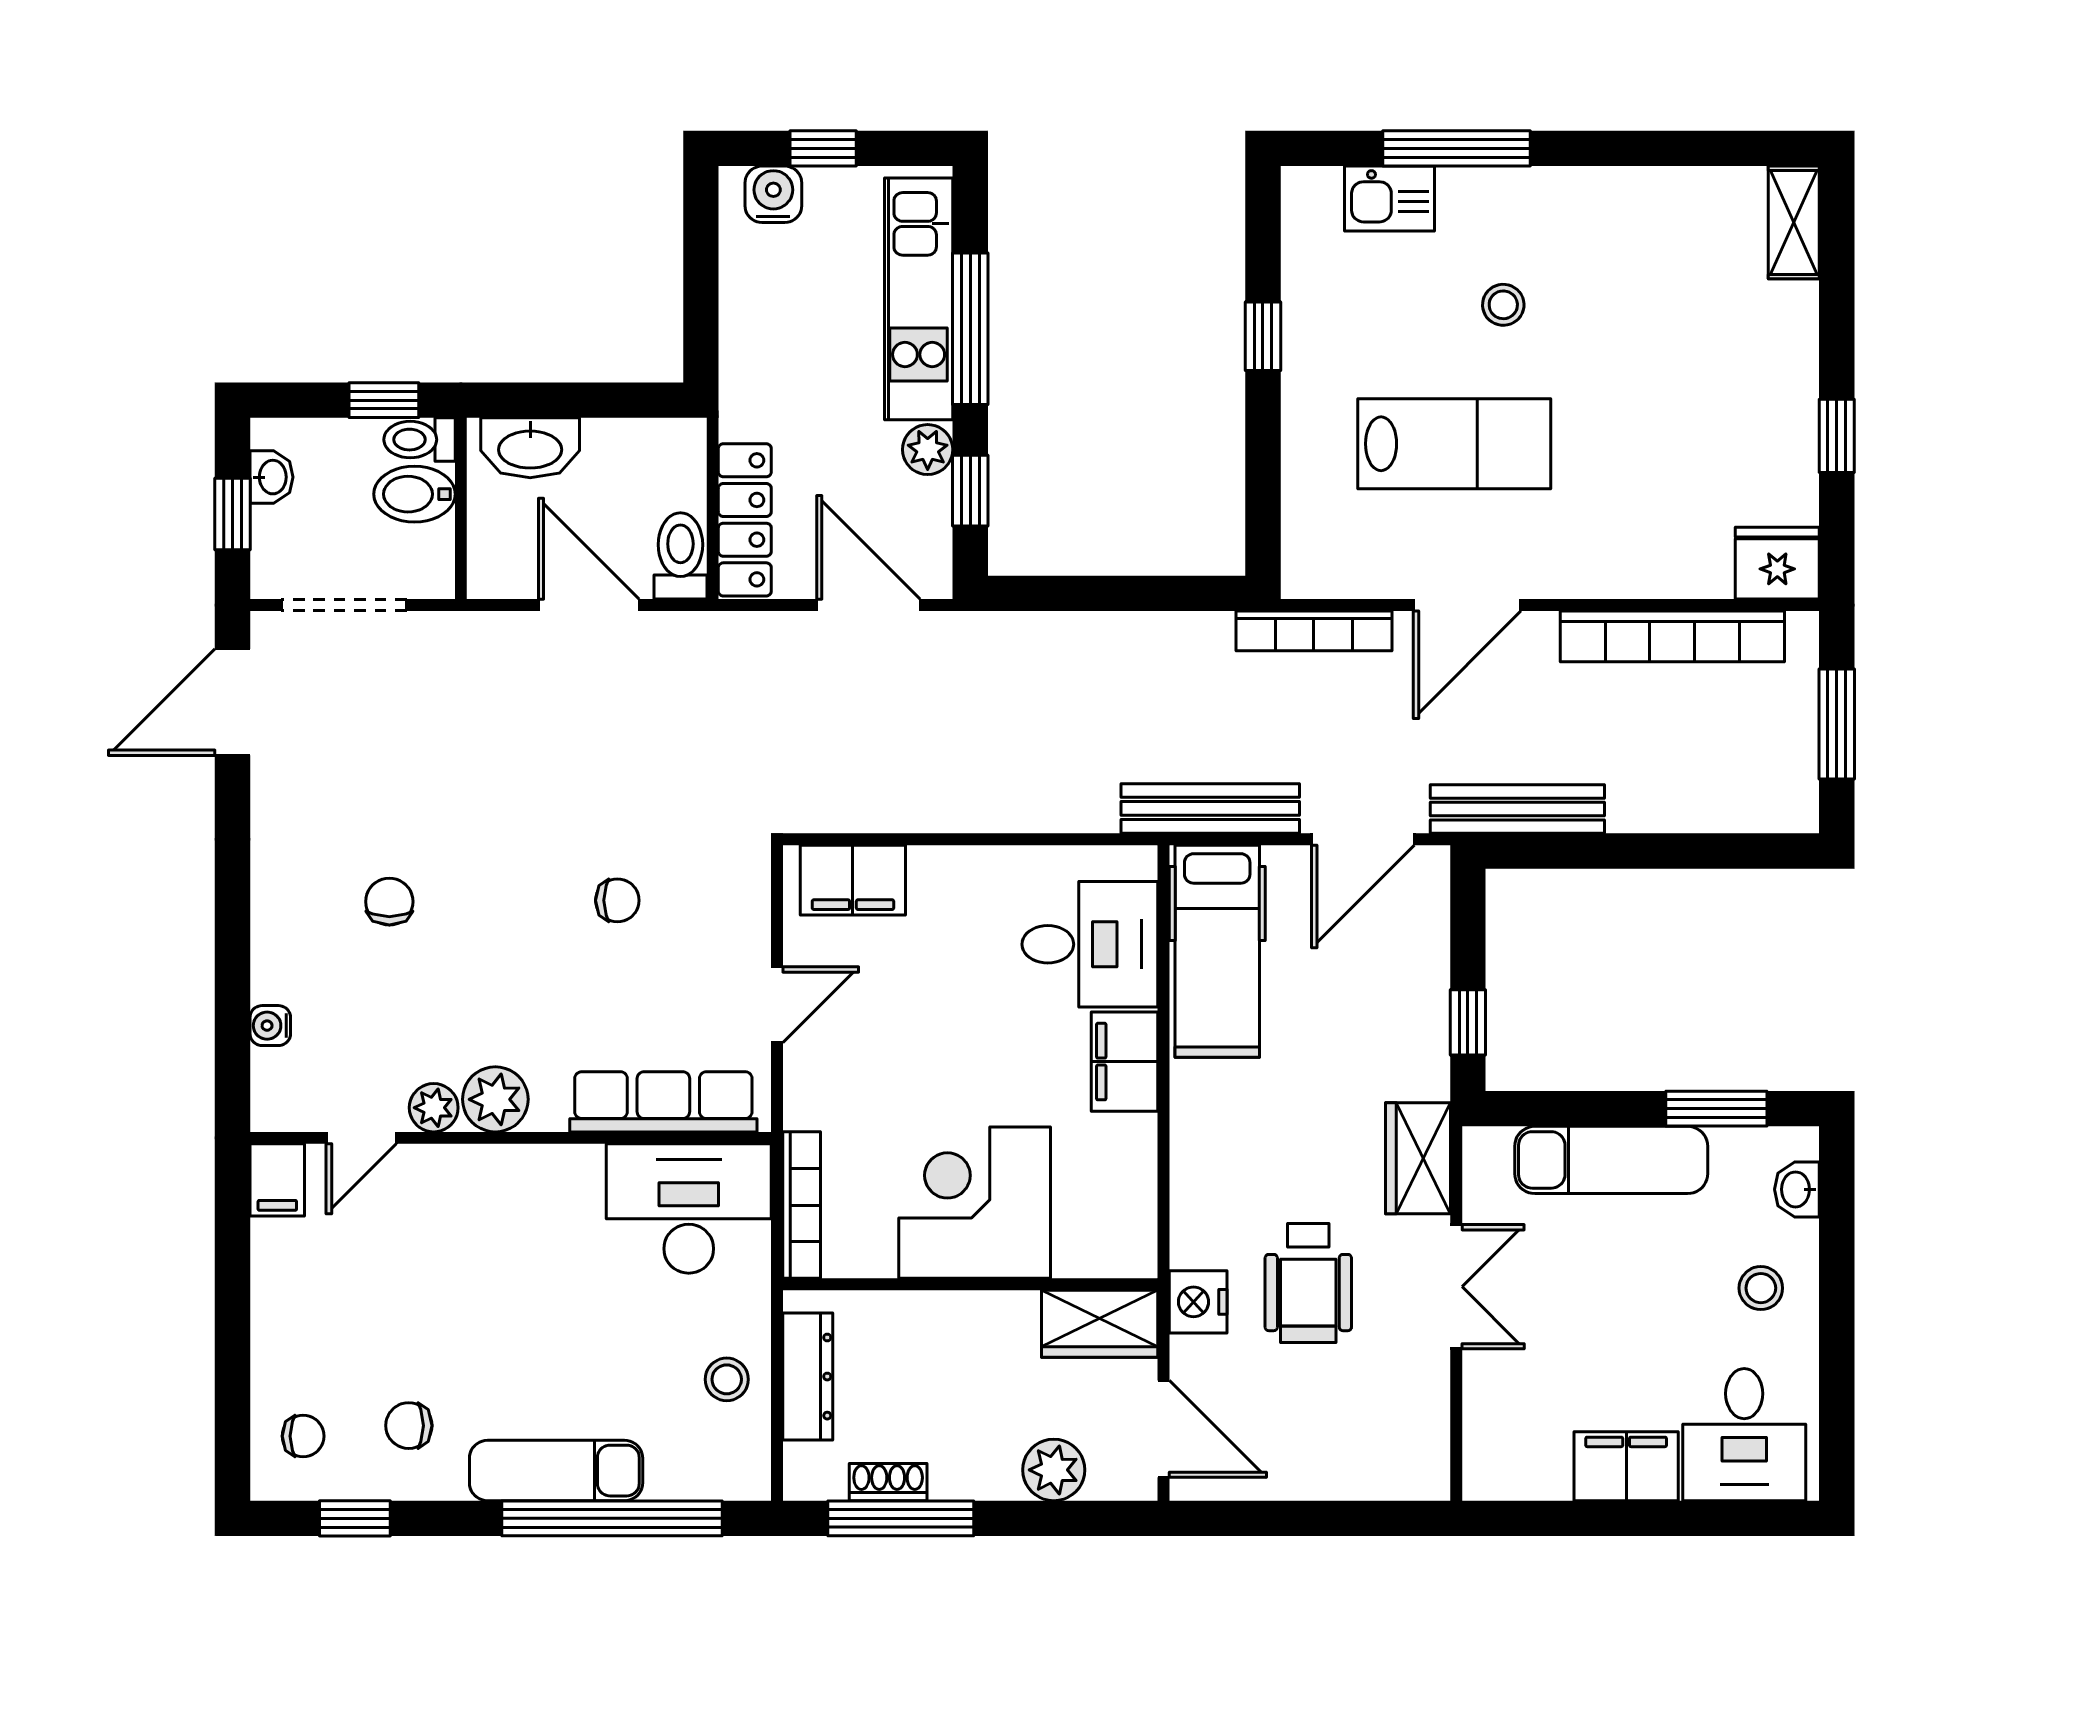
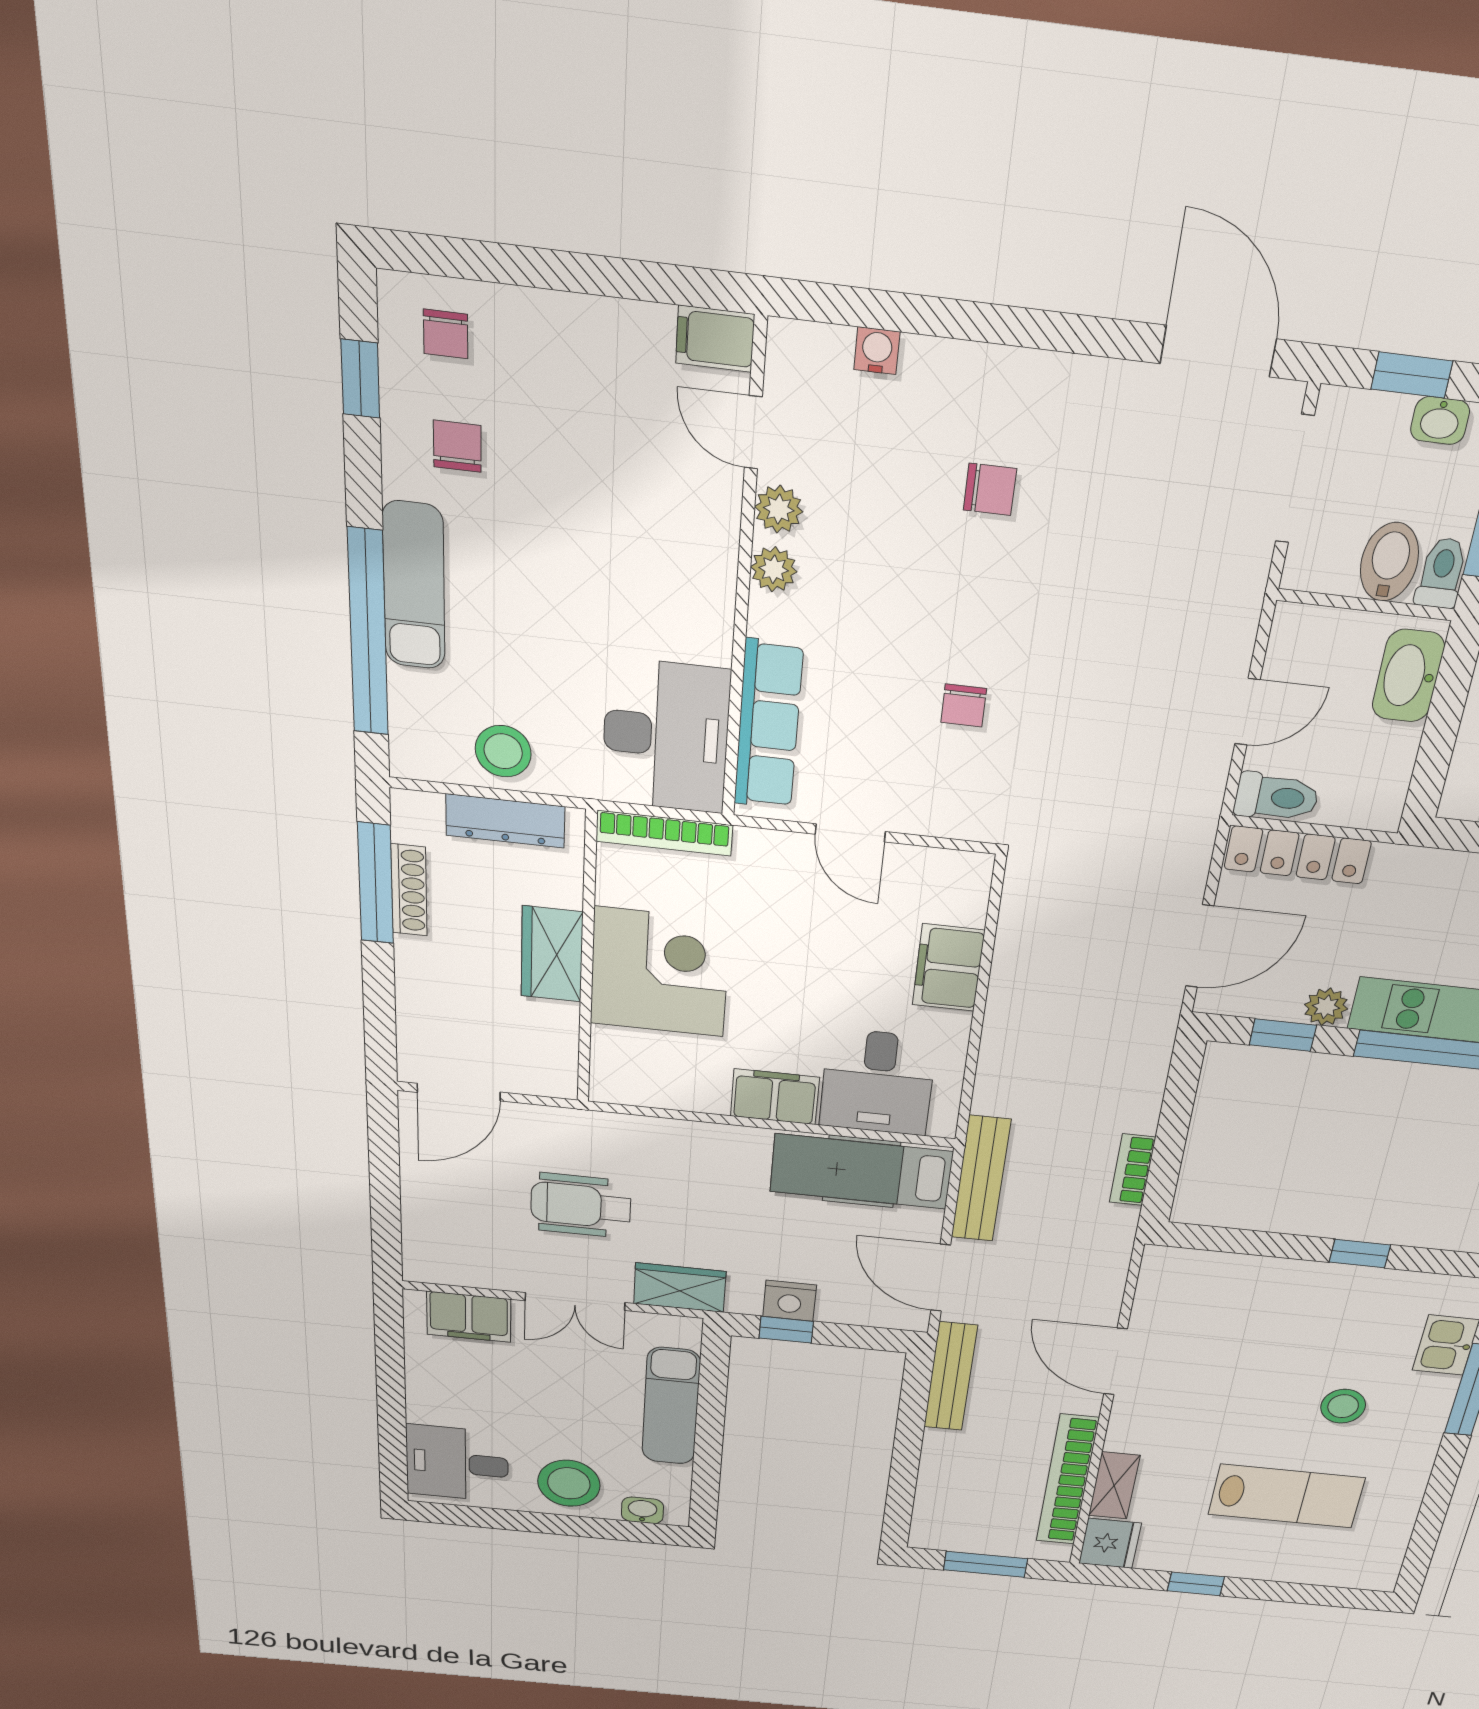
shelving: (1794, 222) -> (1114, 1486), moved, turned 90
stool: (1503, 305) -> (1343, 1406), width x1.37, depth x1.37
lab bench: (1454, 444) -> (1286, 1496), moved, turned -90
door: (589, 605) -> (1247, 712), width x0.73
bookcase: (1314, 631) -> (1133, 1170), moved, width x0.64
filing cabinet: (853, 880) -> (948, 968), moved
plant: (495, 1099) -> (774, 569), width x0.73, depth x0.73
window: (1716, 1109) -> (706, 1471), removed
stool: (1761, 1288) -> (569, 1483), width x1.89, depth x1.89
nightstand: (1198, 1302) -> (790, 1301), moved, turned 180
wardrobe: (1100, 1324) -> (552, 954), moved
stool: (727, 1379) -> (503, 751), width x1.37, depth x1.37
filing cabinet: (1626, 1466) -> (469, 1317), moved, turned 90
plant: (1054, 1470) -> (422, 1008), removed
shoe rack: (888, 1482) -> (409, 890), width x1.43

